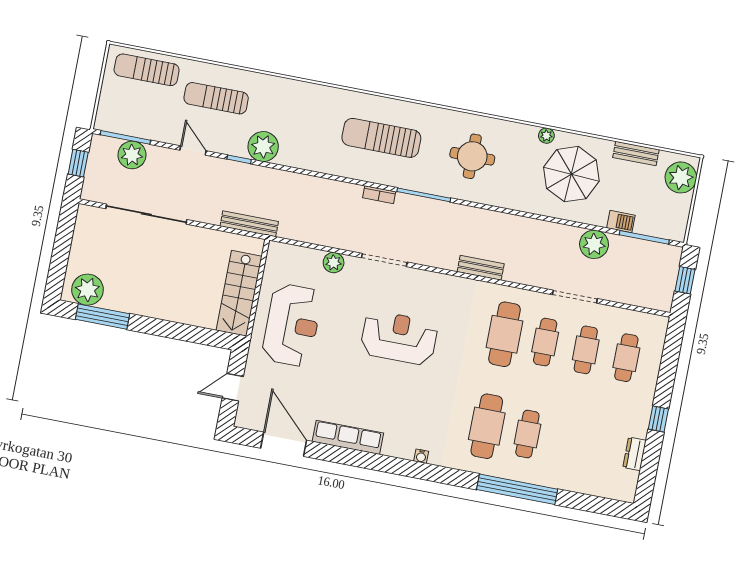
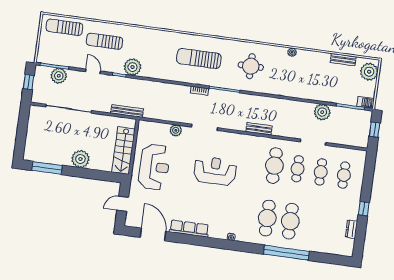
parasol: (571, 174) -> (307, 73), removed
barbecue: (621, 222) -> (364, 102), moved
plant: (88, 290) -> (80, 159), moved
cafe table: (527, 434) -> (290, 221), width x1.37, depth x1.35

